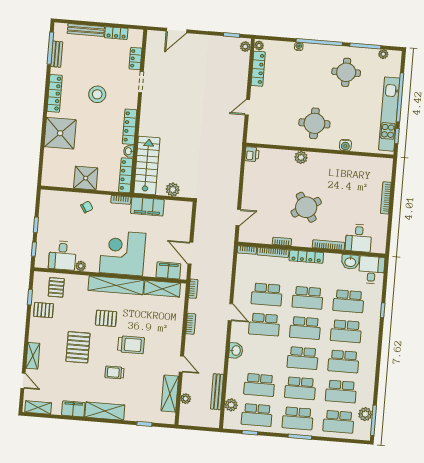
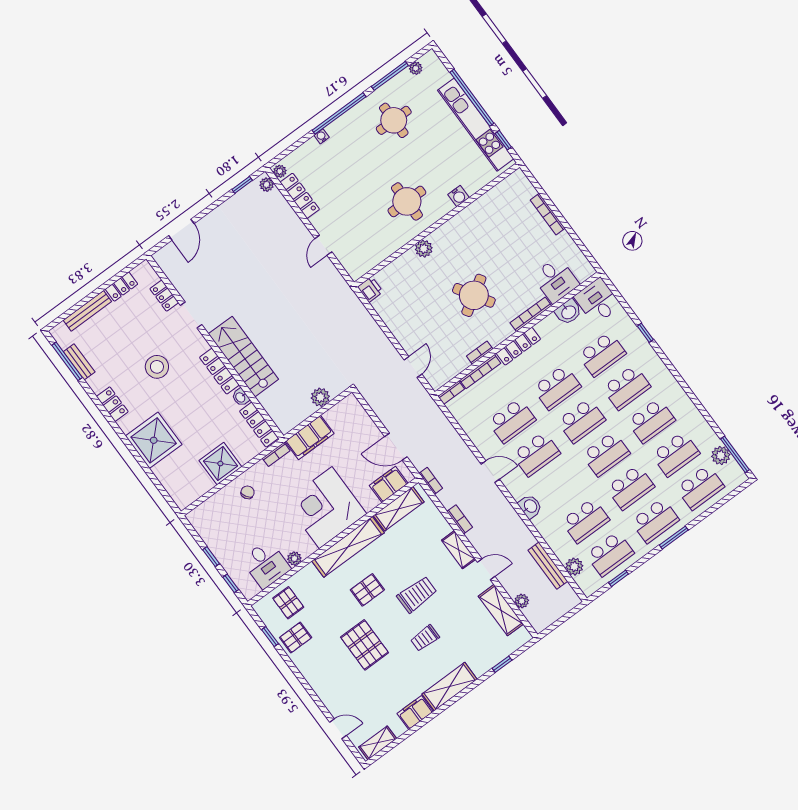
locker: (55, 93) -> (112, 404), width x0.66
stairs: (147, 165) -> (243, 357), moved
shelving: (33, 356) -> (459, 550), moved

